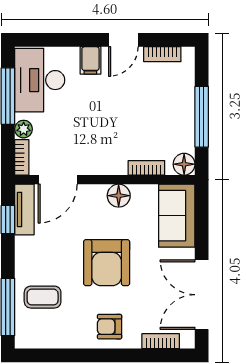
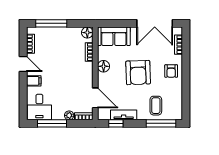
desk: (40, 80) -> (39, 107), width x0.73
window: (202, 117) -> (51, 23), moved
tv unit: (24, 209) -> (124, 115), moved
armchair: (107, 263) -> (138, 73), turned 88

